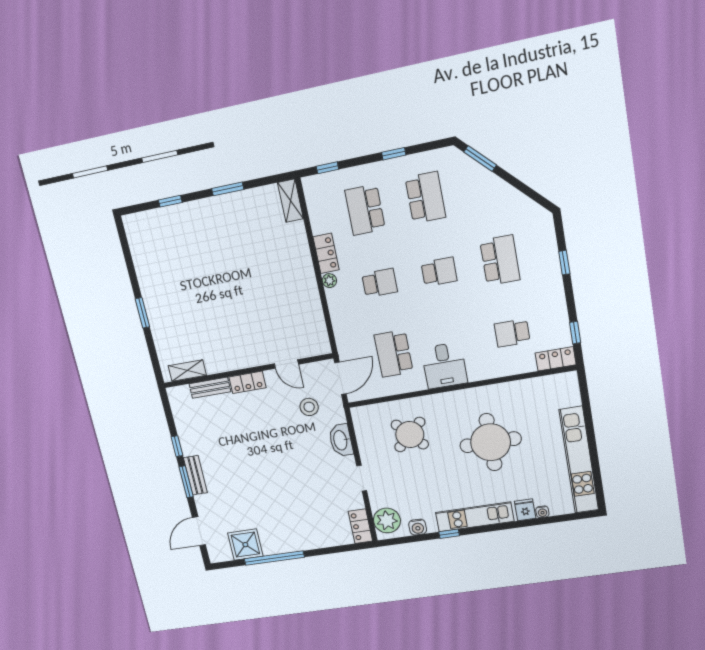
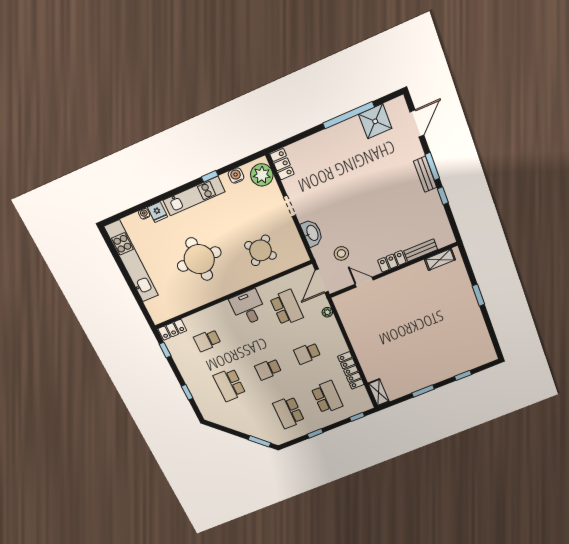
locker: (326, 253) -> (351, 371), width x1.53
plant: (329, 281) -> (327, 312), moved
school desk: (512, 333) -> (207, 340), turned 180

